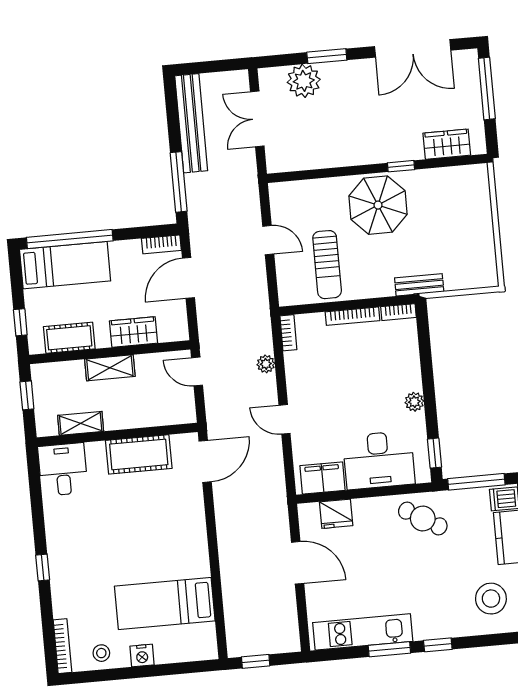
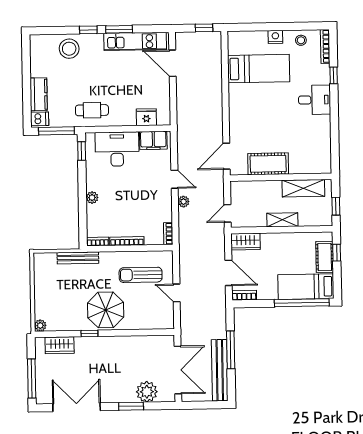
double door: (257, 119) -> (178, 370), width x1.37
plant: (479, 173) -> (40, 325), added
window: (179, 182) -> (231, 350), moved
sun lounger: (327, 265) -> (141, 275), turned -90
door: (188, 278) -> (229, 273), hinge flipped
bench: (419, 285) -> (78, 258), width x1.36
wardrobe: (134, 332) -> (245, 242), moved
cot: (69, 338) -> (325, 257), moved, turned 90
plant: (266, 364) -> (184, 202), moved
door: (197, 371) -> (228, 213), swing flipped
plant: (414, 402) -> (92, 198), moved
shelving: (81, 423) -> (303, 188), width x1.50, depth x1.33
desk: (63, 469) -> (315, 100), moved, turned -90
cafe table: (423, 519) -> (92, 110), turned -31
door: (298, 563) -> (172, 63), moved
window: (43, 567) -> (334, 75), moved
stool: (491, 599) -> (69, 49), moved

